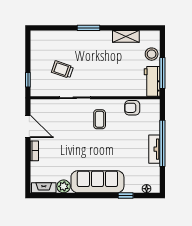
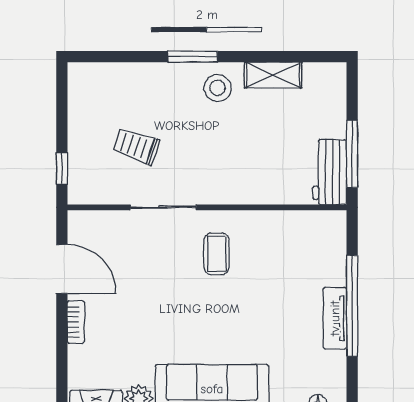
stool: (152, 54) -> (218, 88), moved
armchair: (132, 108) -> (287, 229), removed

